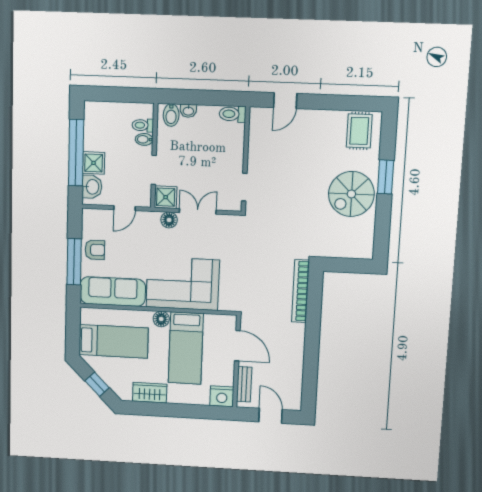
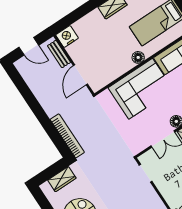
wardrobe: (342, 248) -> (62, 179), added
door: (237, 346) -> (80, 75), hinge flipped
bed: (186, 348) -> (110, 50), removed

